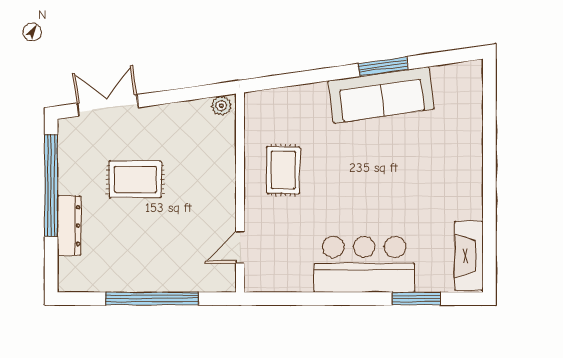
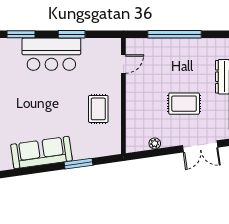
window: (383, 66) -> (79, 164), moved
plant: (221, 106) -> (155, 143), moved
window: (329, 299) -> (72, 34), added

